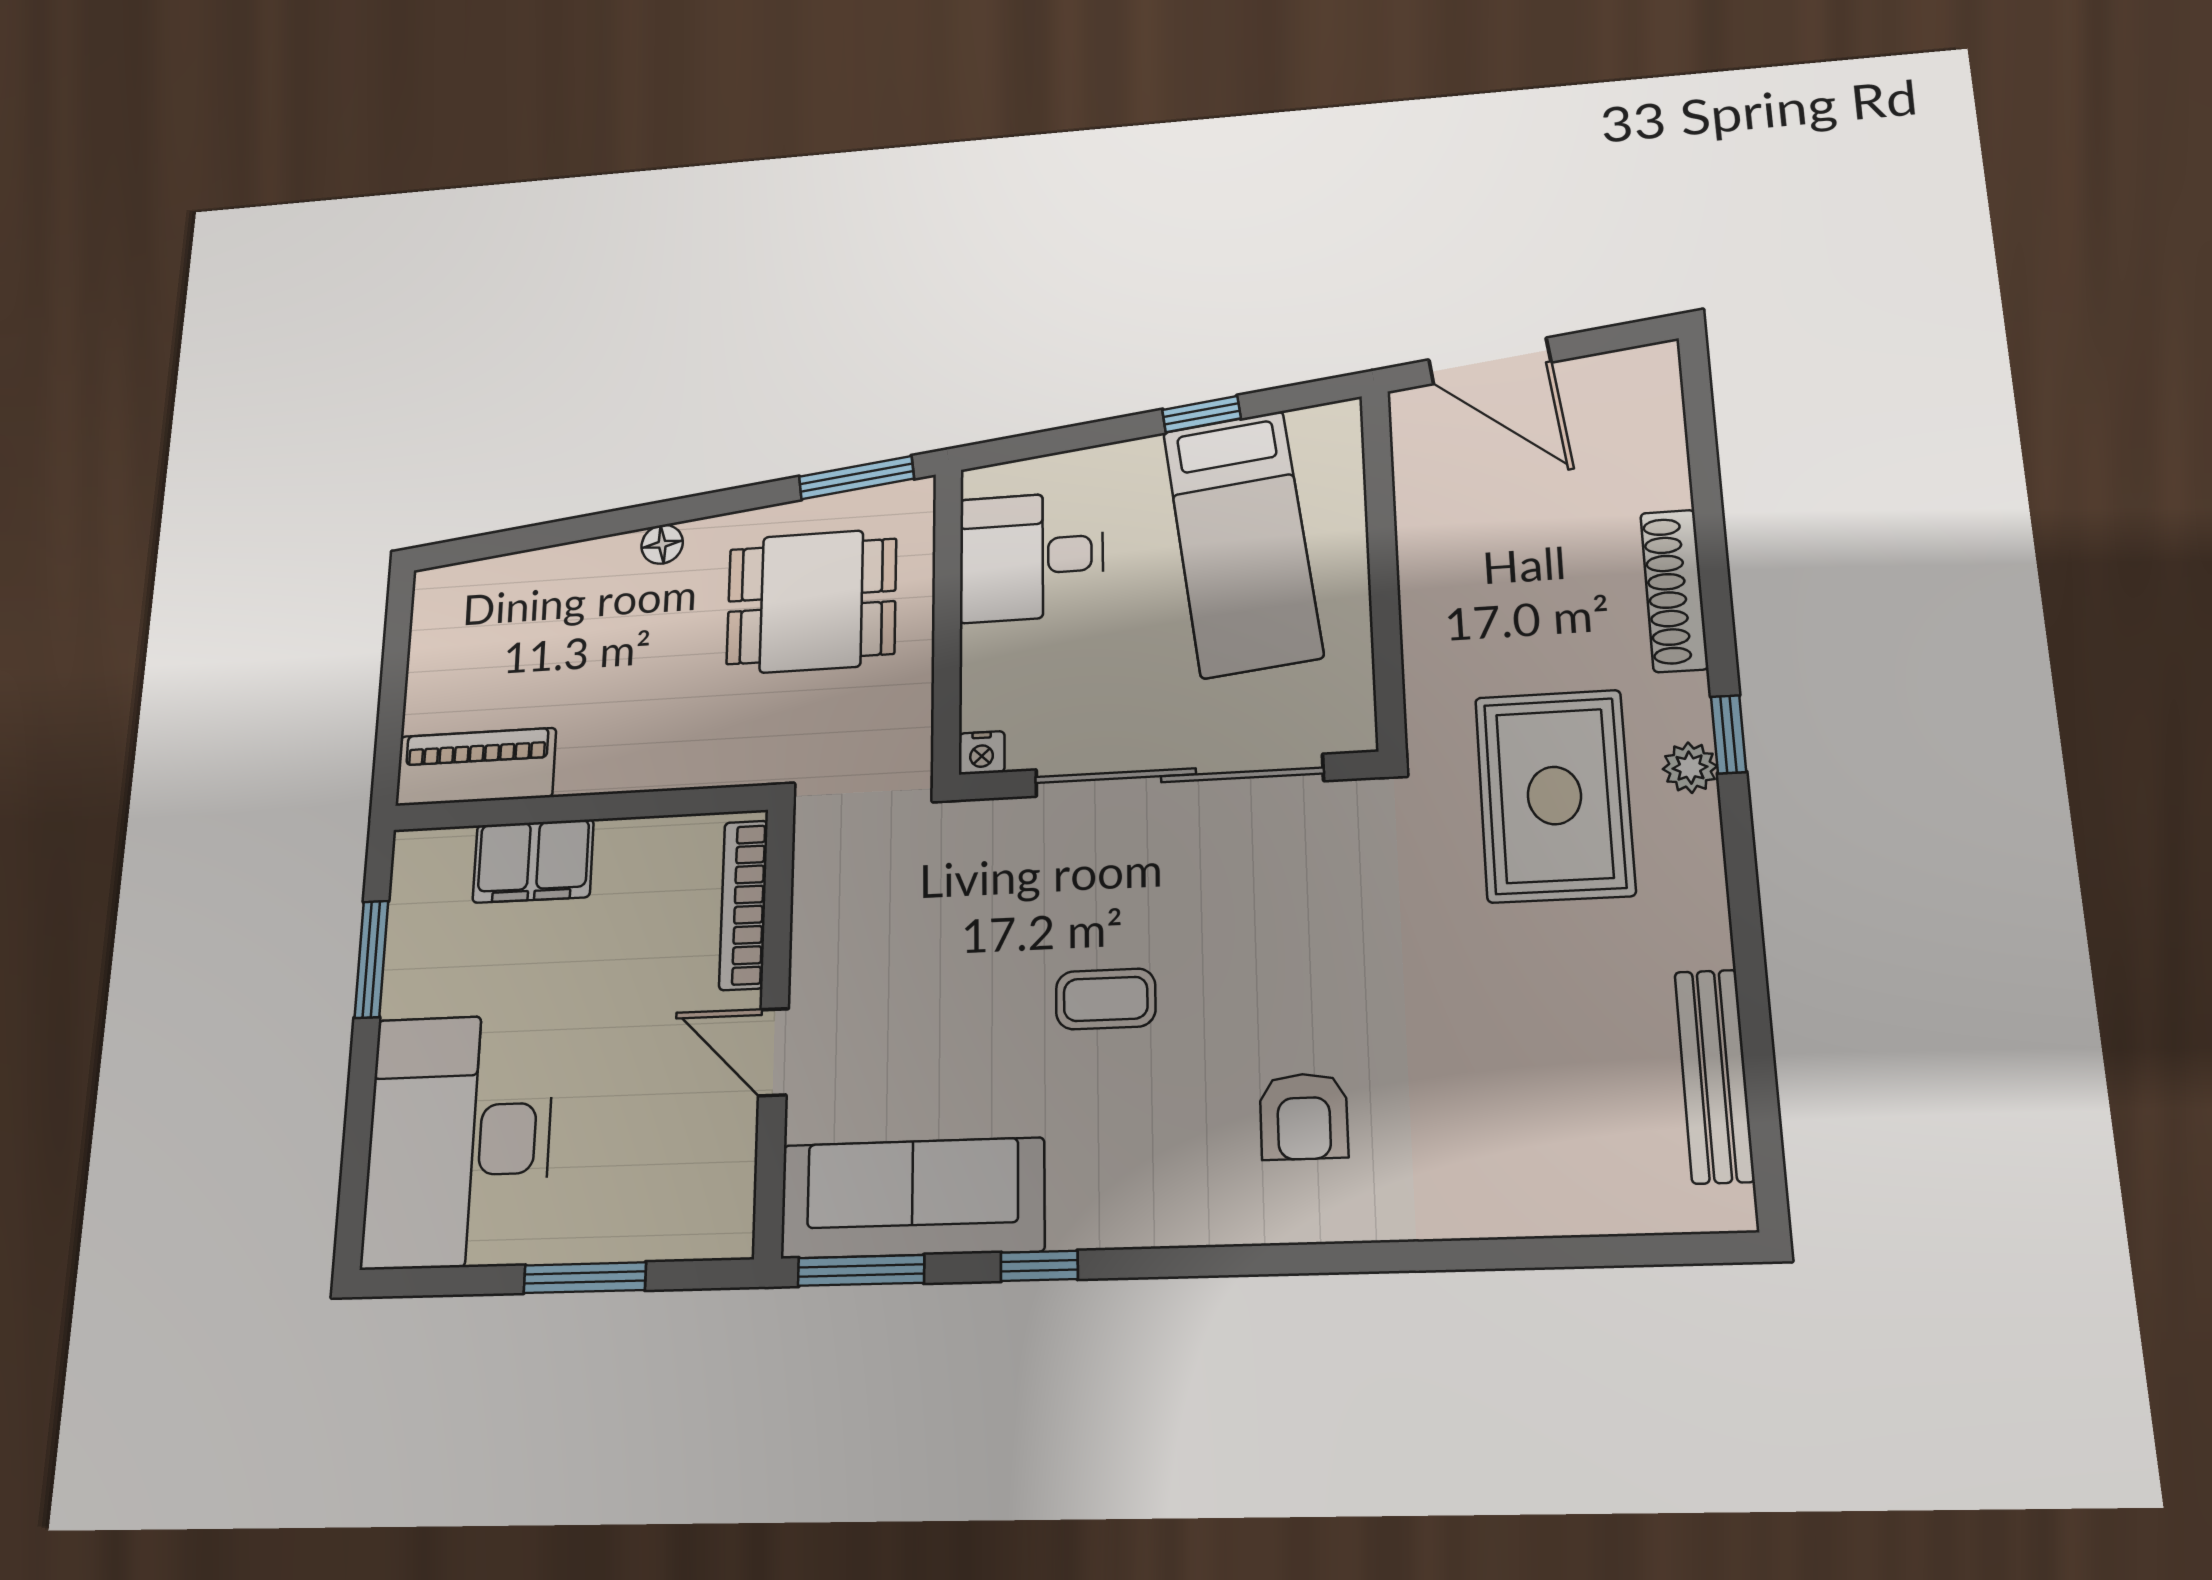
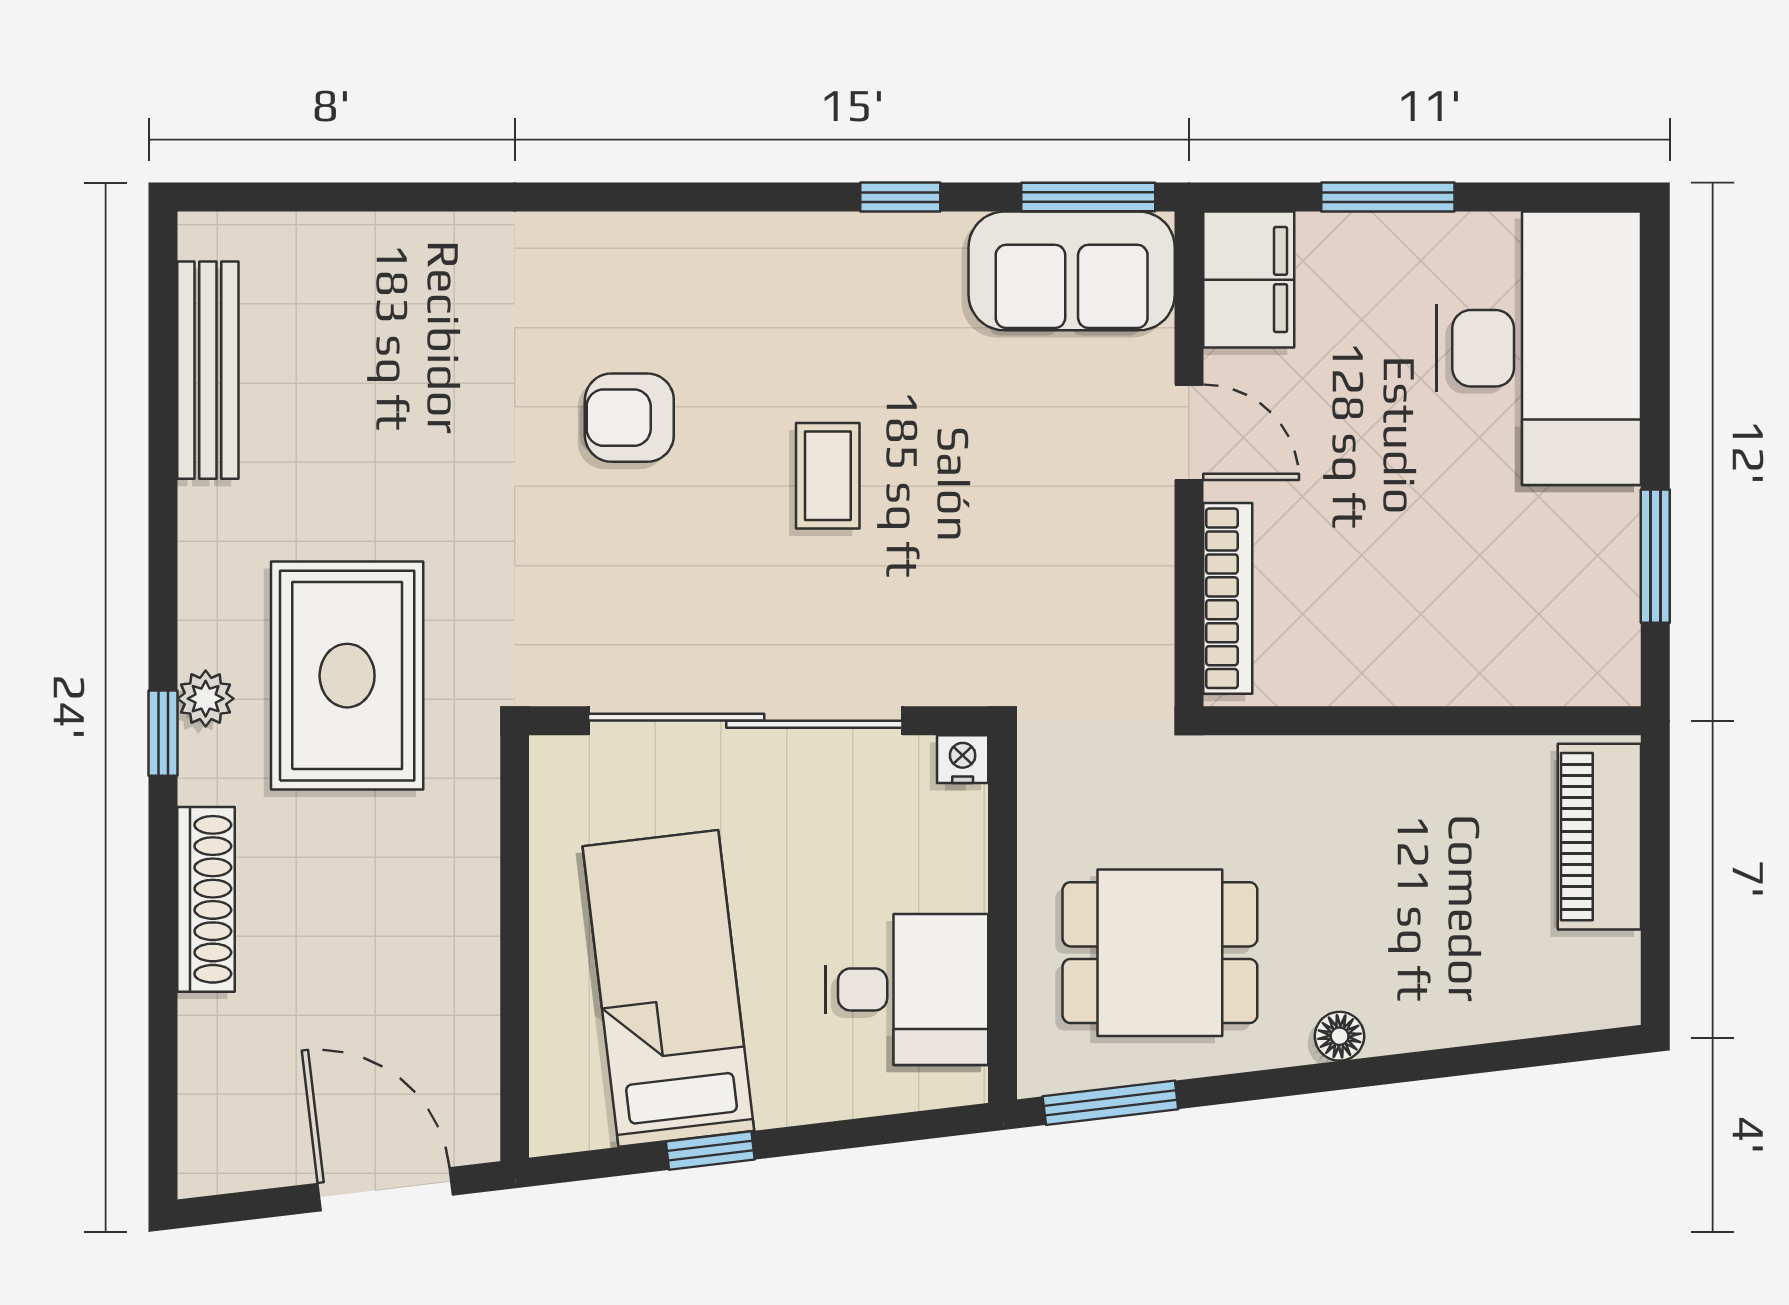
piano: (476, 767) -> (1599, 837), moved, turned 90
filing cabinet: (533, 861) -> (1249, 280), moved, turned 90
coffee table: (1106, 999) -> (828, 476), turned 90
armchair: (1304, 1116) -> (629, 418), moved, turned -90
sofa: (912, 1198) -> (1072, 271), width x0.73

